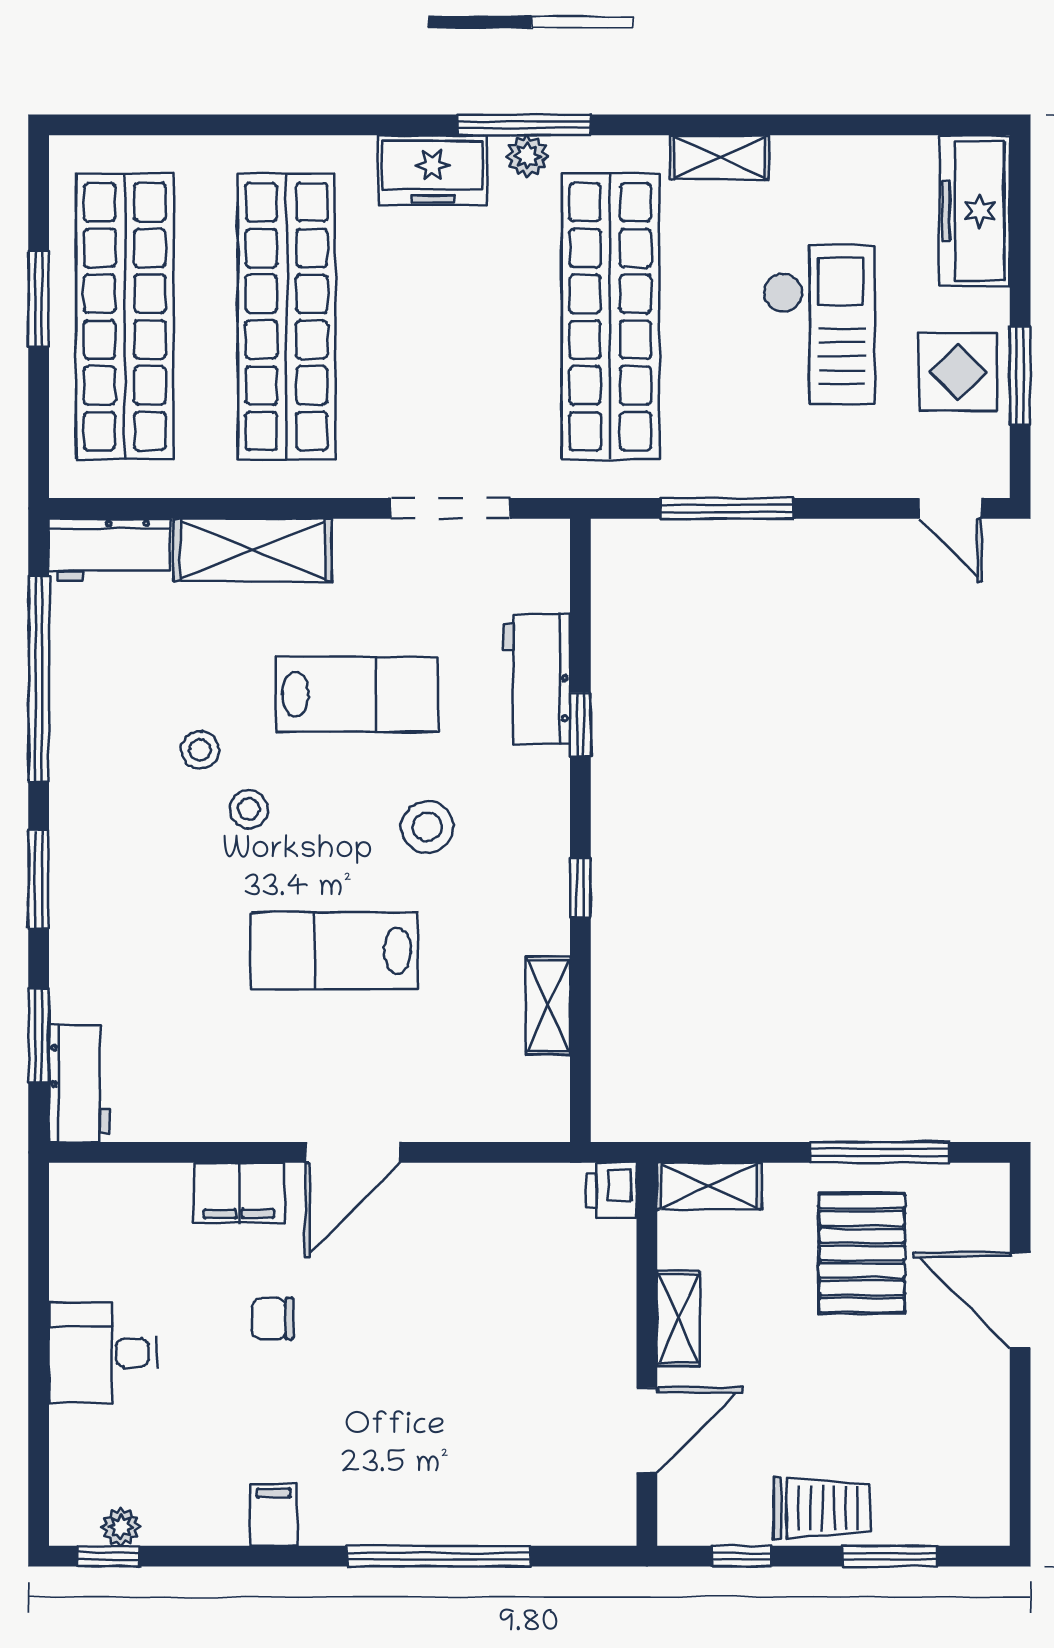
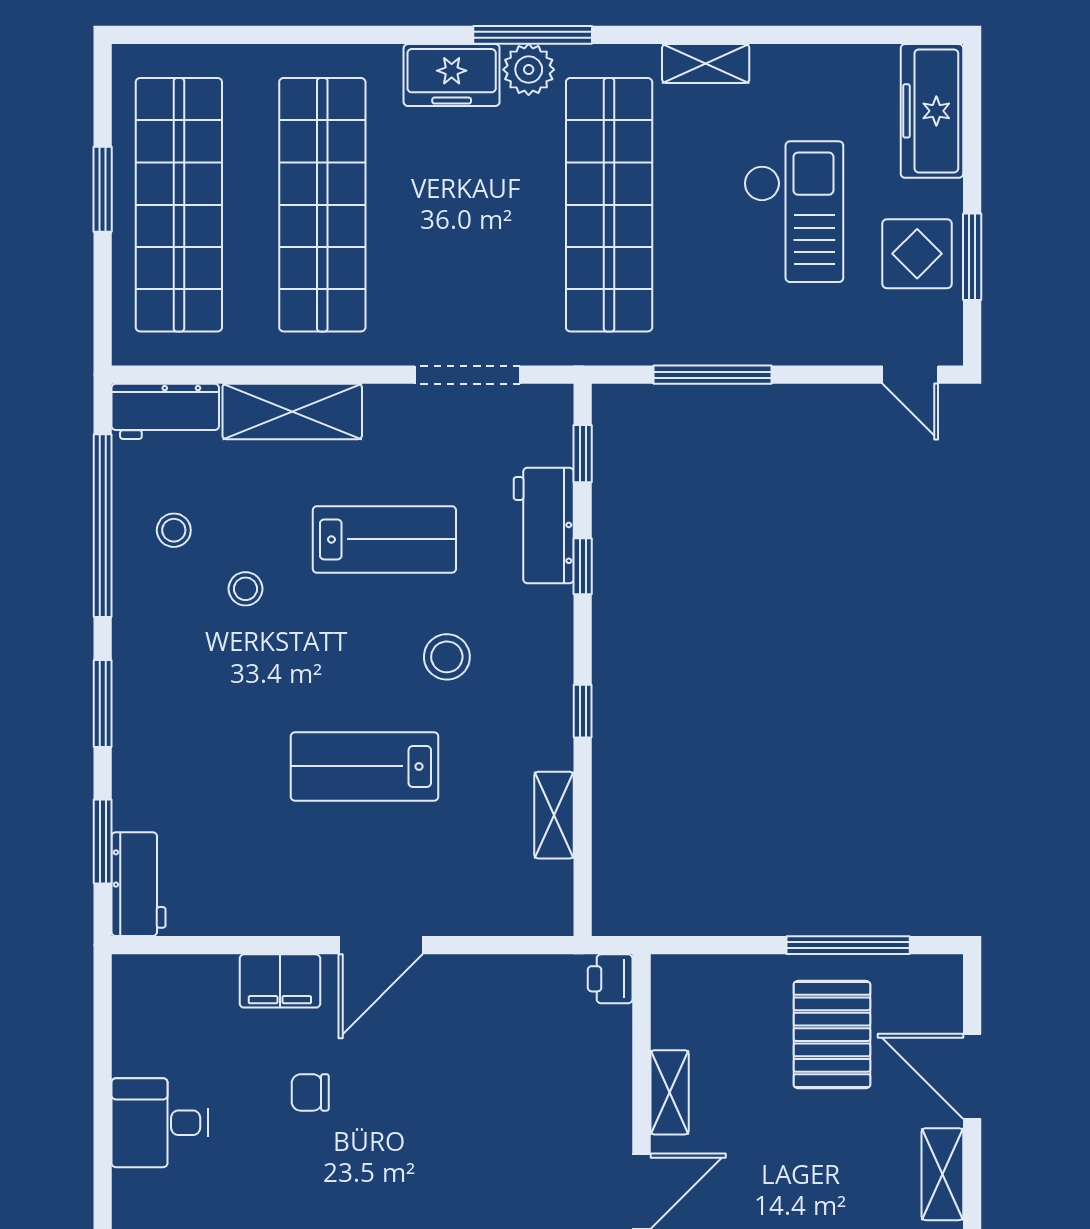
plant: (527, 156) -> (529, 70), width x1.38, depth x1.38
window: (580, 598) -> (583, 454), added
stool: (249, 809) -> (174, 530), moved
shelving: (709, 1186) -> (942, 1174), moved, turned 90

